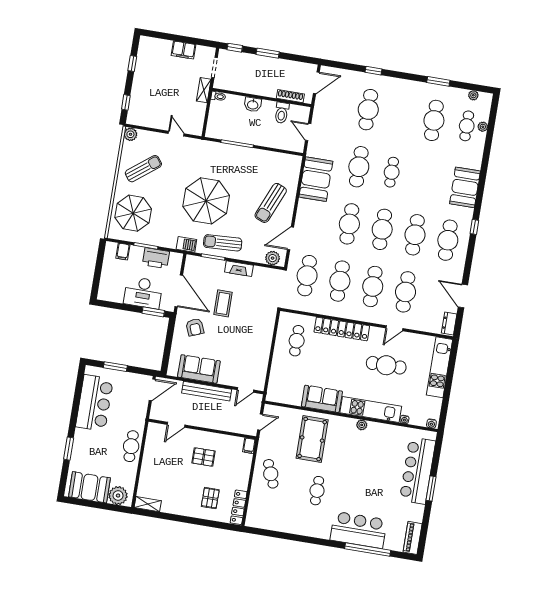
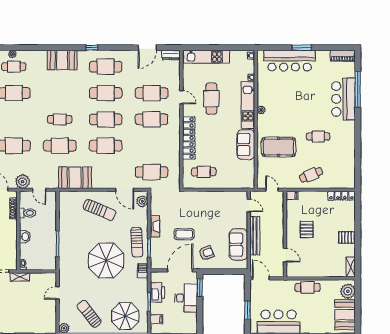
plant: (322, 113) -> (23, 182), added
door: (308, 132) -> (39, 190), hinge flipped
cafe table: (340, 281) -> (152, 146), removed
pallet: (210, 498) -> (347, 237), moved

